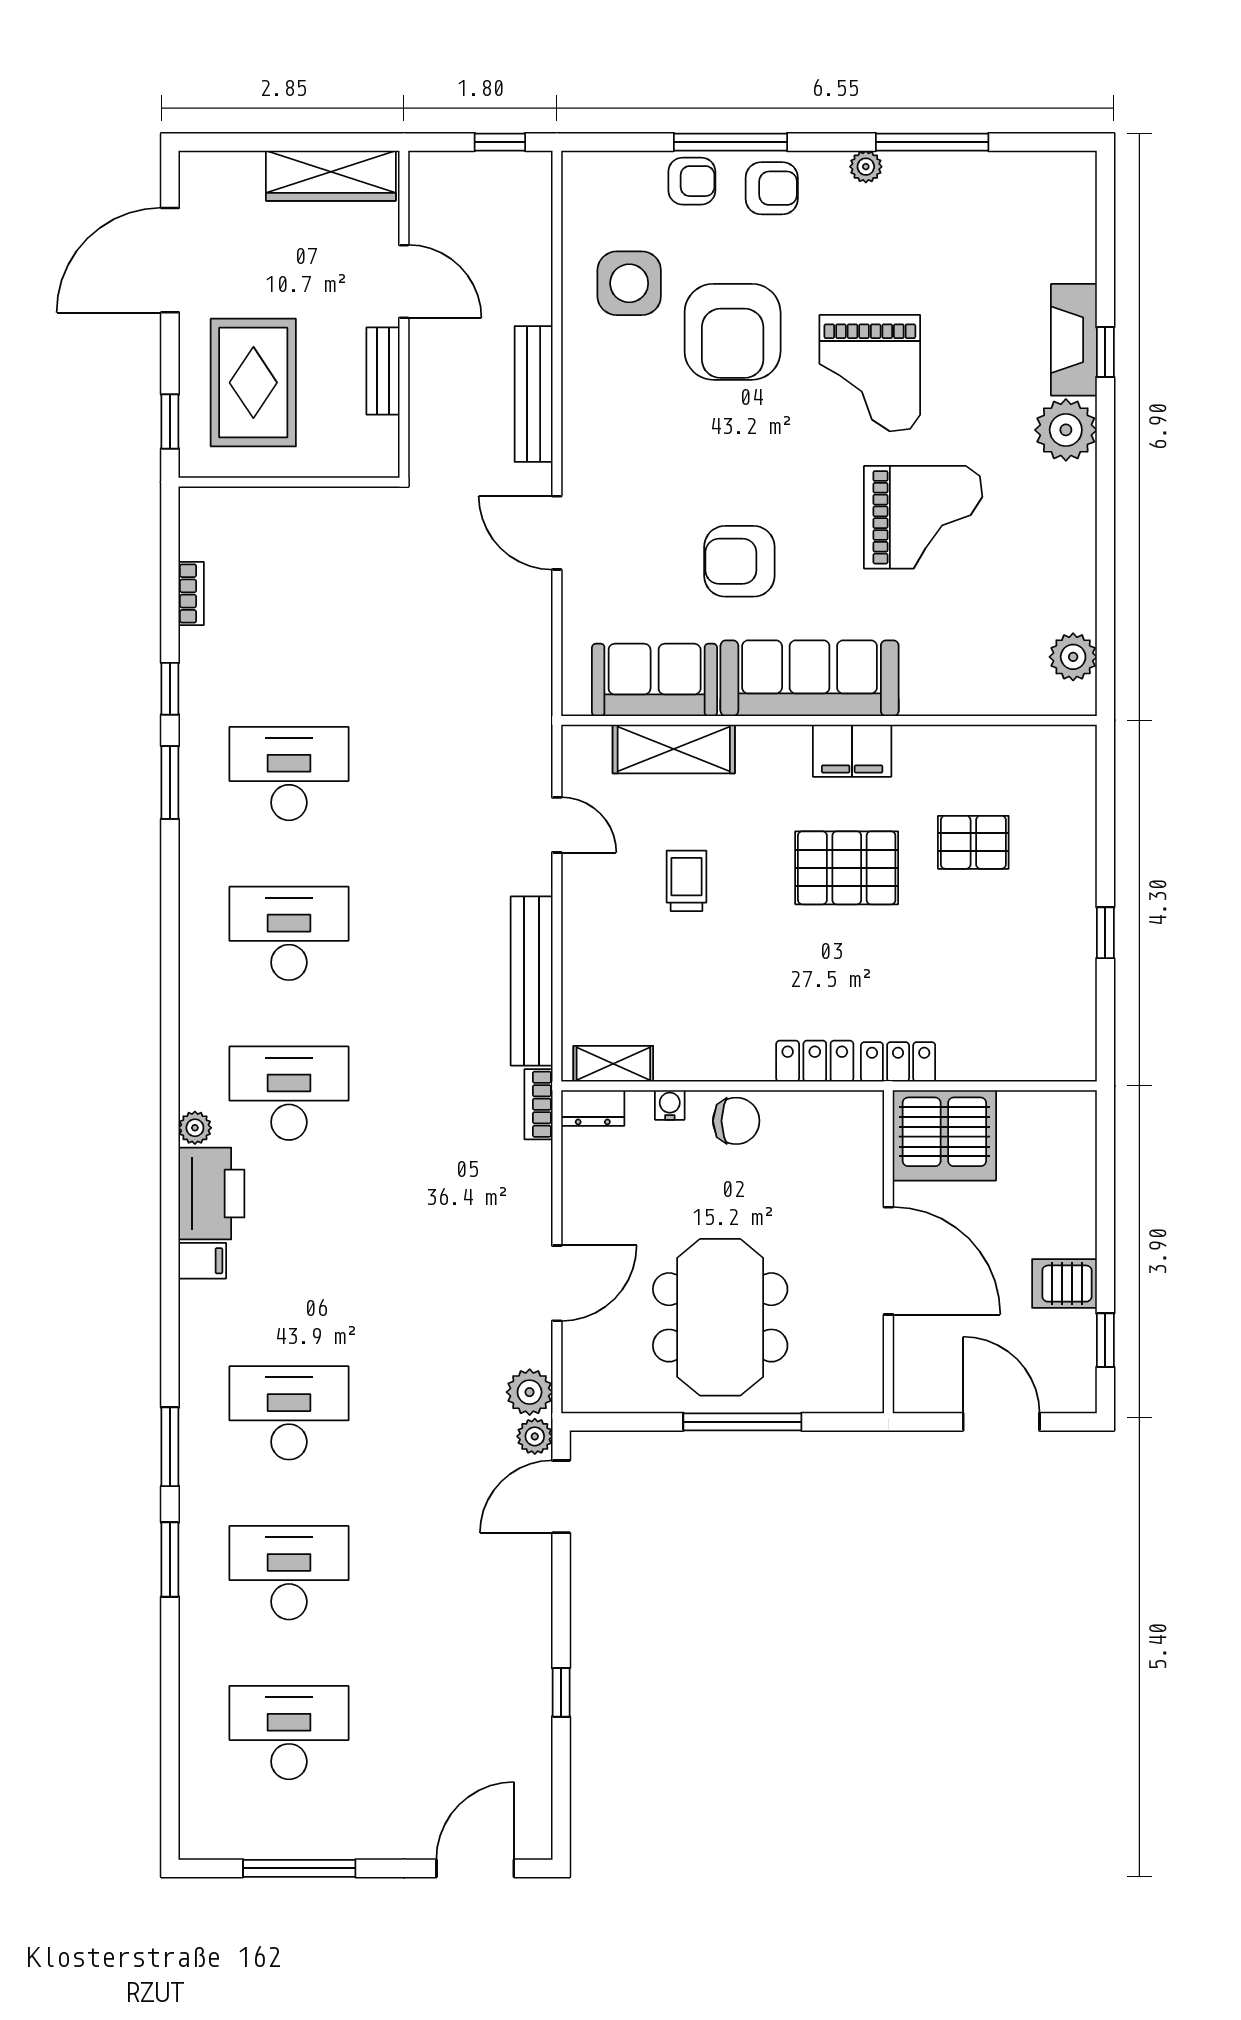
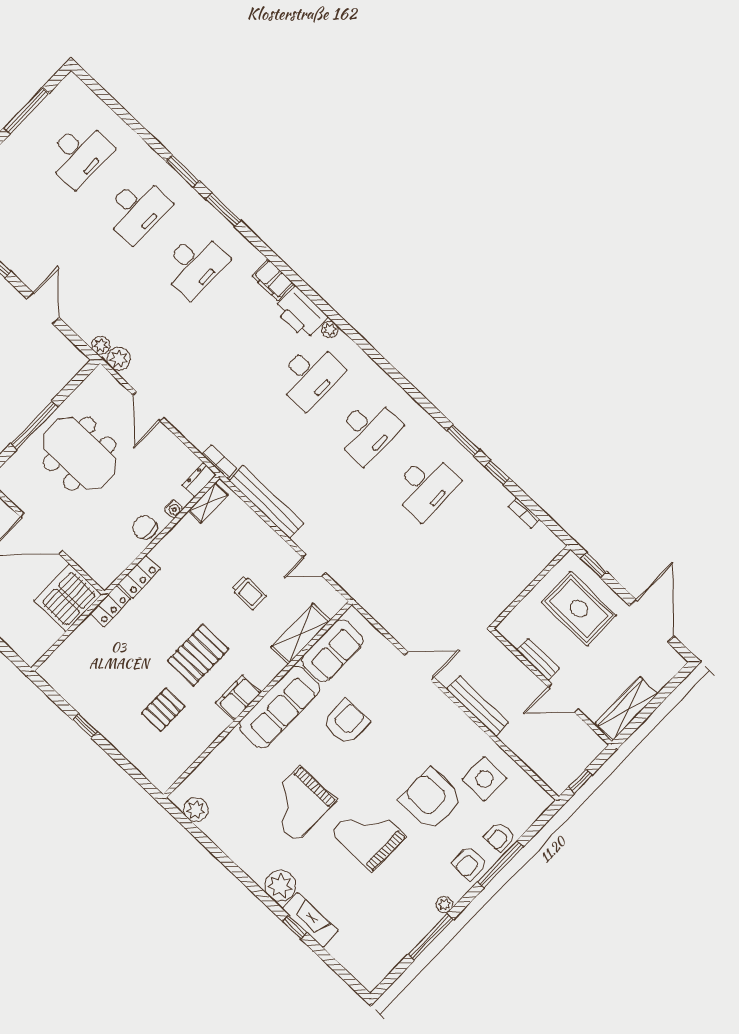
chair: (736, 1121) -> (145, 527), turned 90
filing cabinet: (202, 1261) -> (273, 280), width x2.00
door: (561, 1497) -> (43, 308), moved

